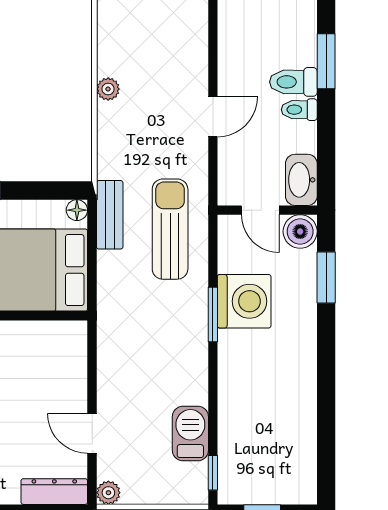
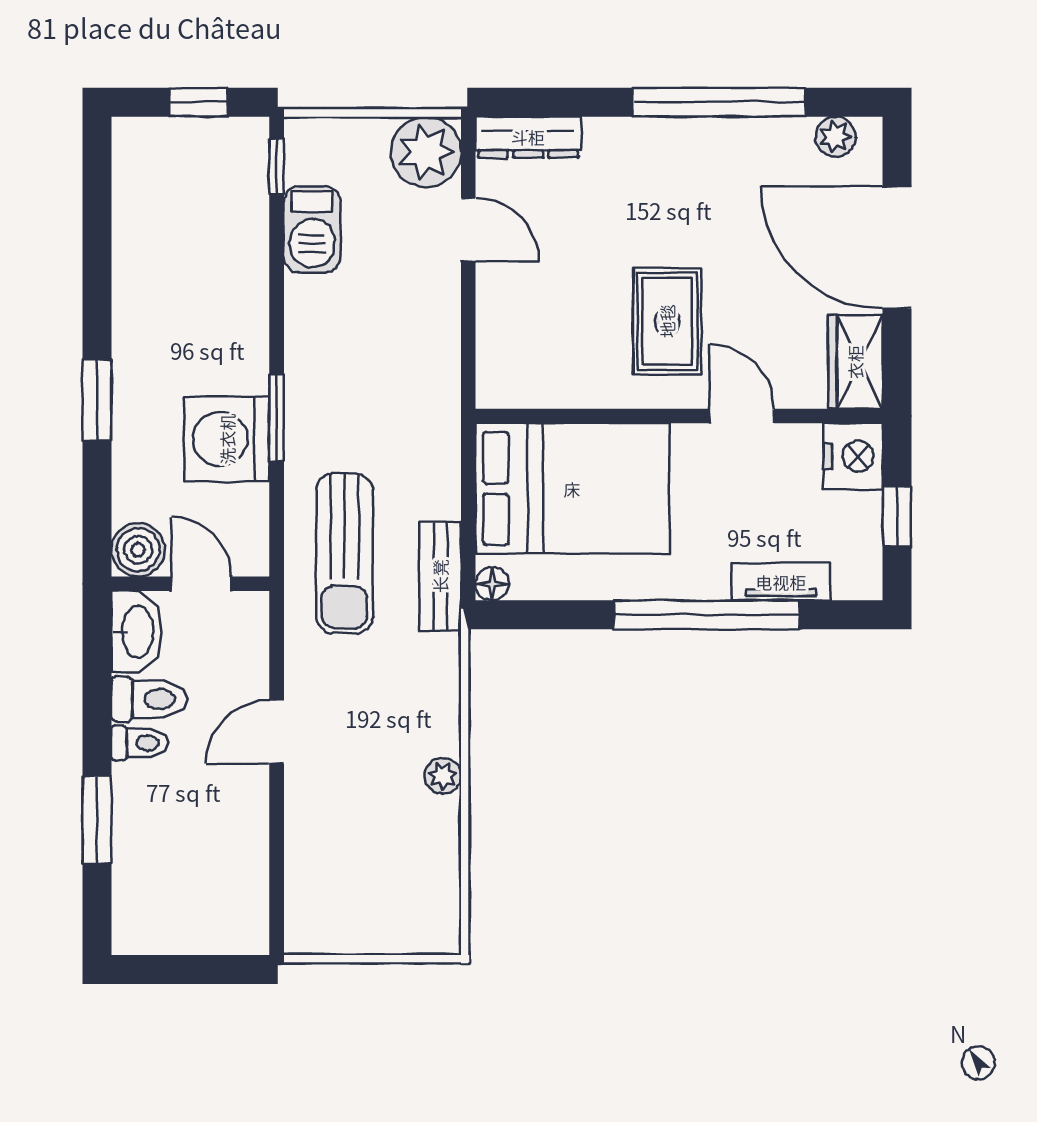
toilet: (293, 82) -> (149, 699), moved
window: (326, 278) -> (97, 400), moved
plant: (108, 493) -> (426, 152), width x1.88, depth x1.88

